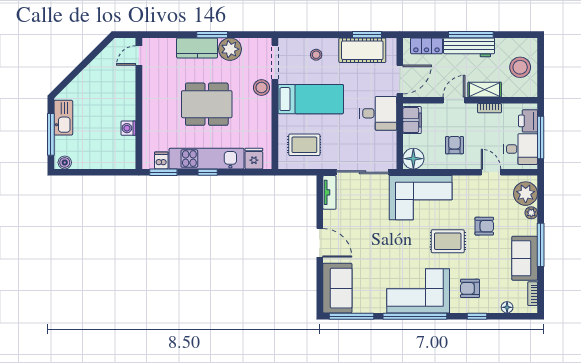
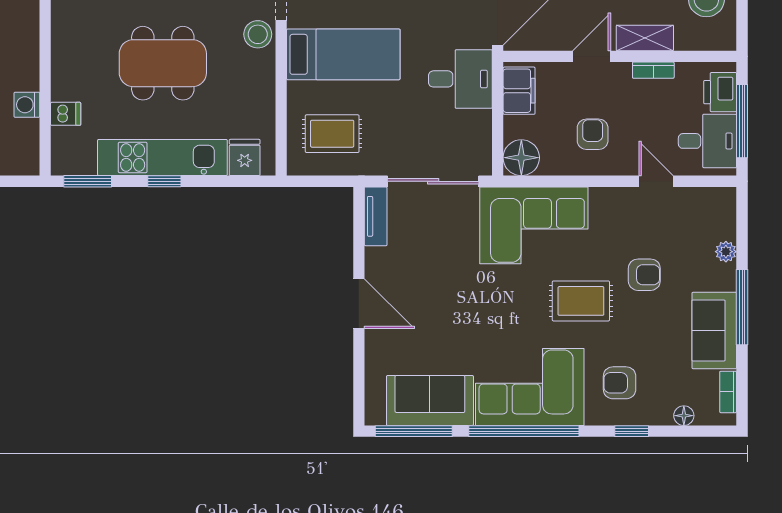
dishwasher: (161, 160) -> (66, 114), moved, turned 90
plant: (526, 194) -> (716, 218), removed
sofa: (337, 288) -> (430, 401), moved, turned -90

